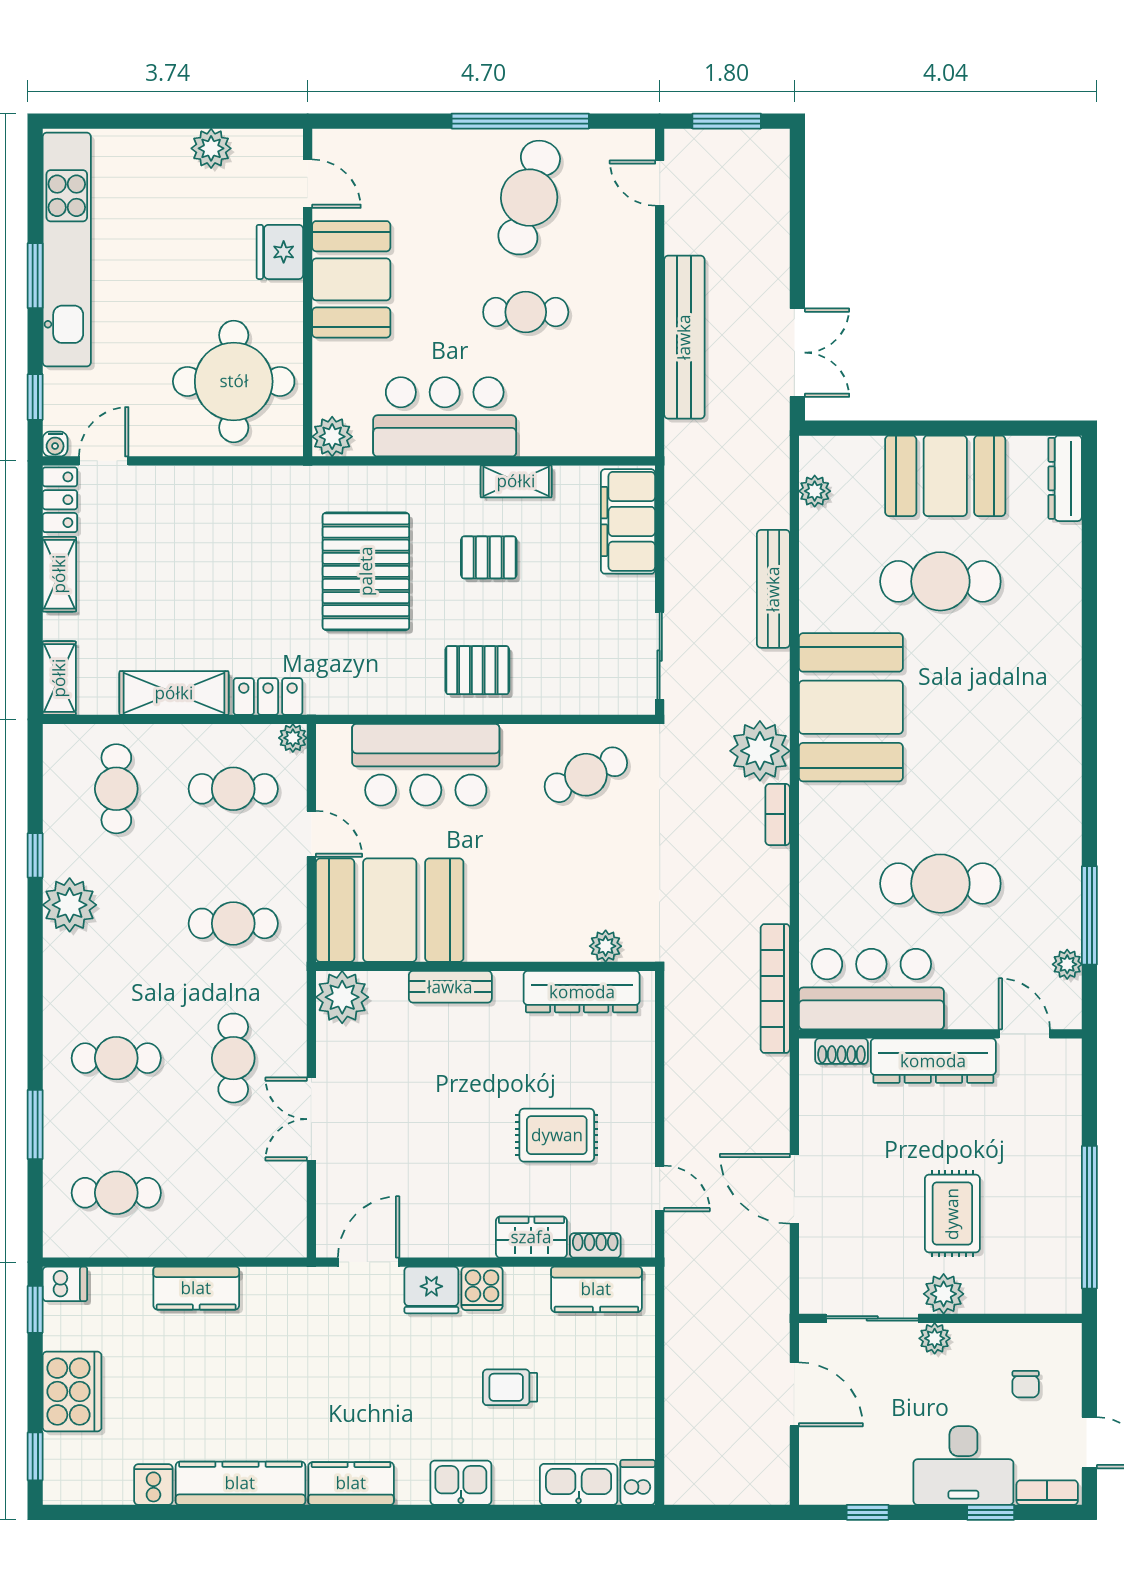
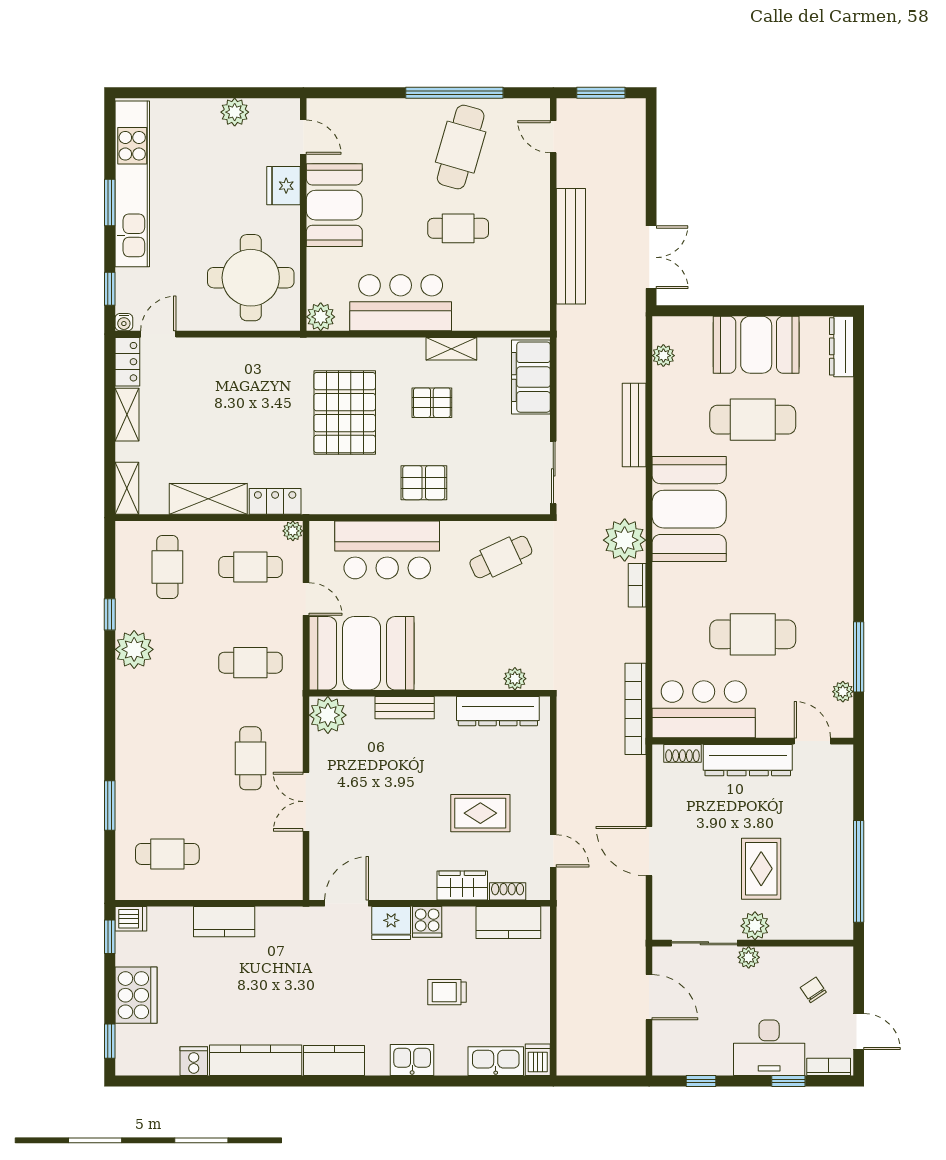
cafe table: (116, 1058) -> (167, 758), removed
chair: (1026, 1384) -> (813, 990), turned 146

